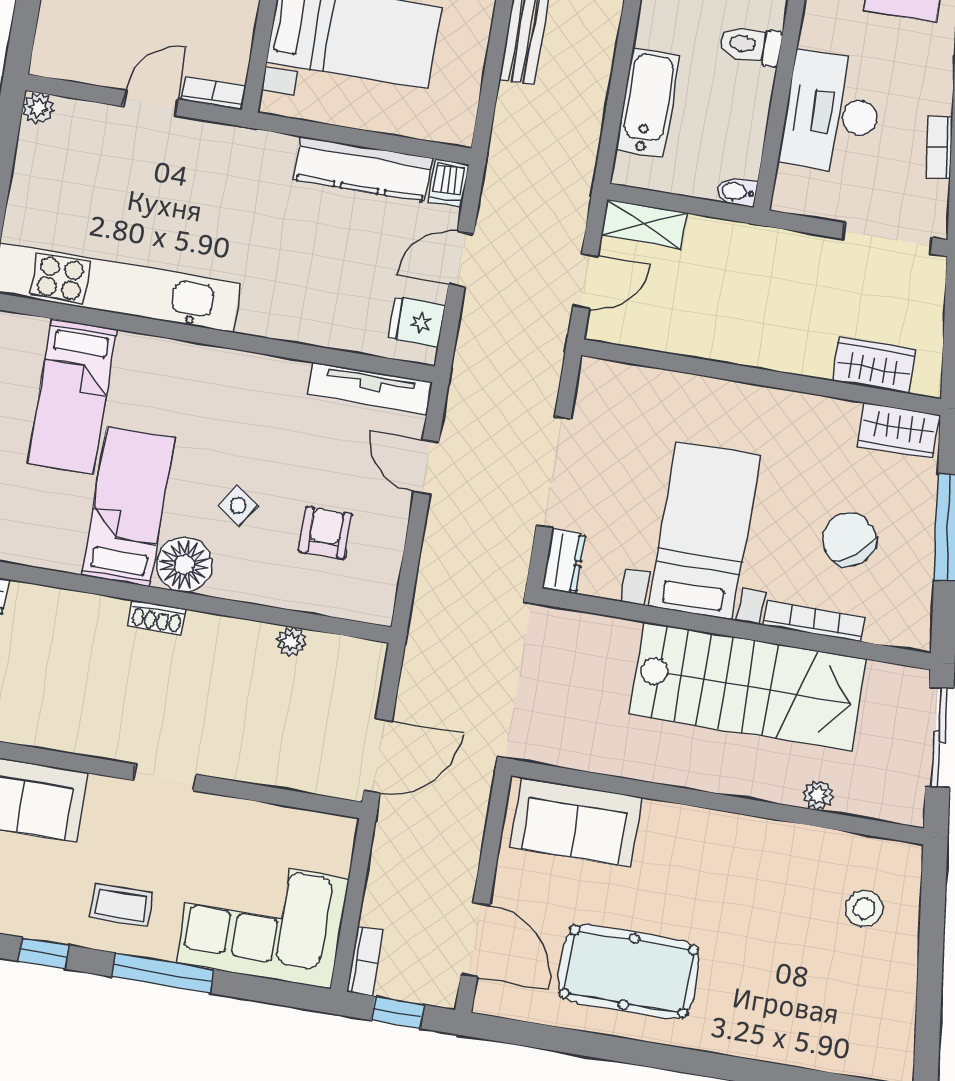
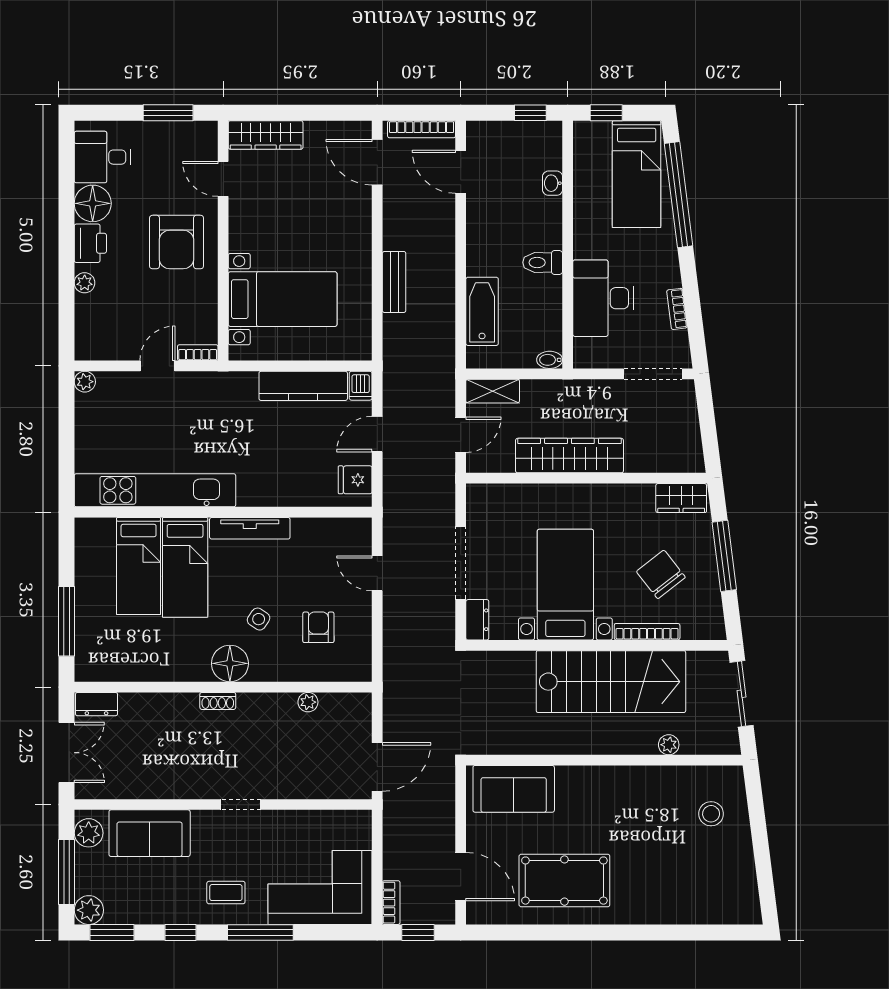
wardrobe: (874, 365) -> (569, 456), moved, width x2.10, depth x1.17
tv unit: (370, 388) -> (250, 528), moved
bed: (128, 507) -> (185, 567), moved, turned 180

